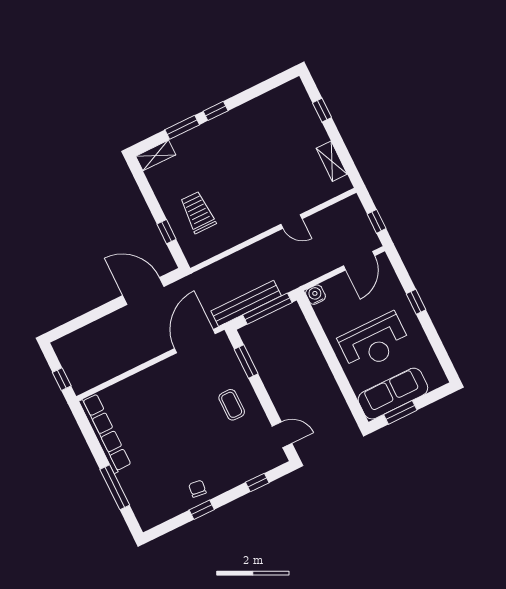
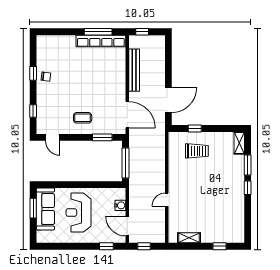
water cooler: (315, 295) -> (120, 205), moved
window: (416, 302) -> (106, 246), moved
bench: (246, 303) -> (134, 70), moved
door: (282, 435) -> (53, 137), hinge flipped
window: (115, 487) -> (98, 32), moved

